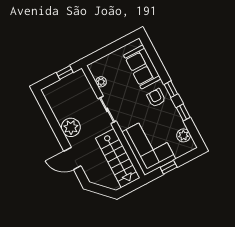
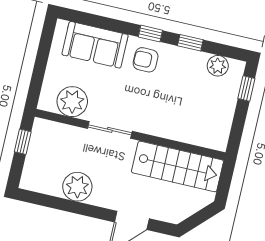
plant: (101, 82) -> (72, 102), width x1.87, depth x1.87
plant: (71, 127) -> (77, 187), moved
corner sofa: (149, 145) -> (194, 117), removed
window: (169, 167) -> (246, 89), moved

